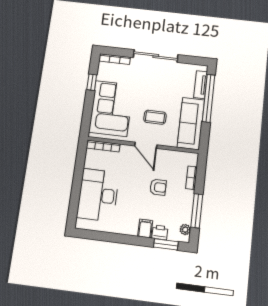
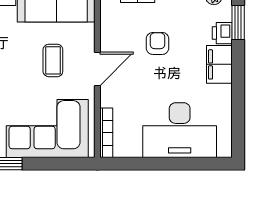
filing cabinet: (145, 228) -> (219, 64), width x2.00

